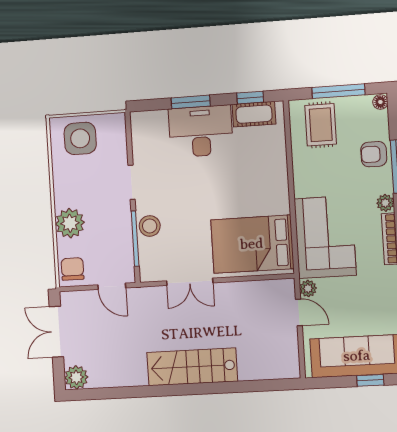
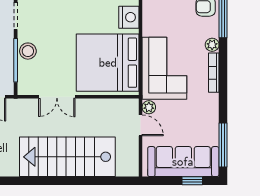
nightstand: (275, 175) -> (129, 17), added
bed: (252, 244) -> (108, 63), width x1.36
stairs: (192, 367) -> (67, 157), width x1.36, depth x1.51

